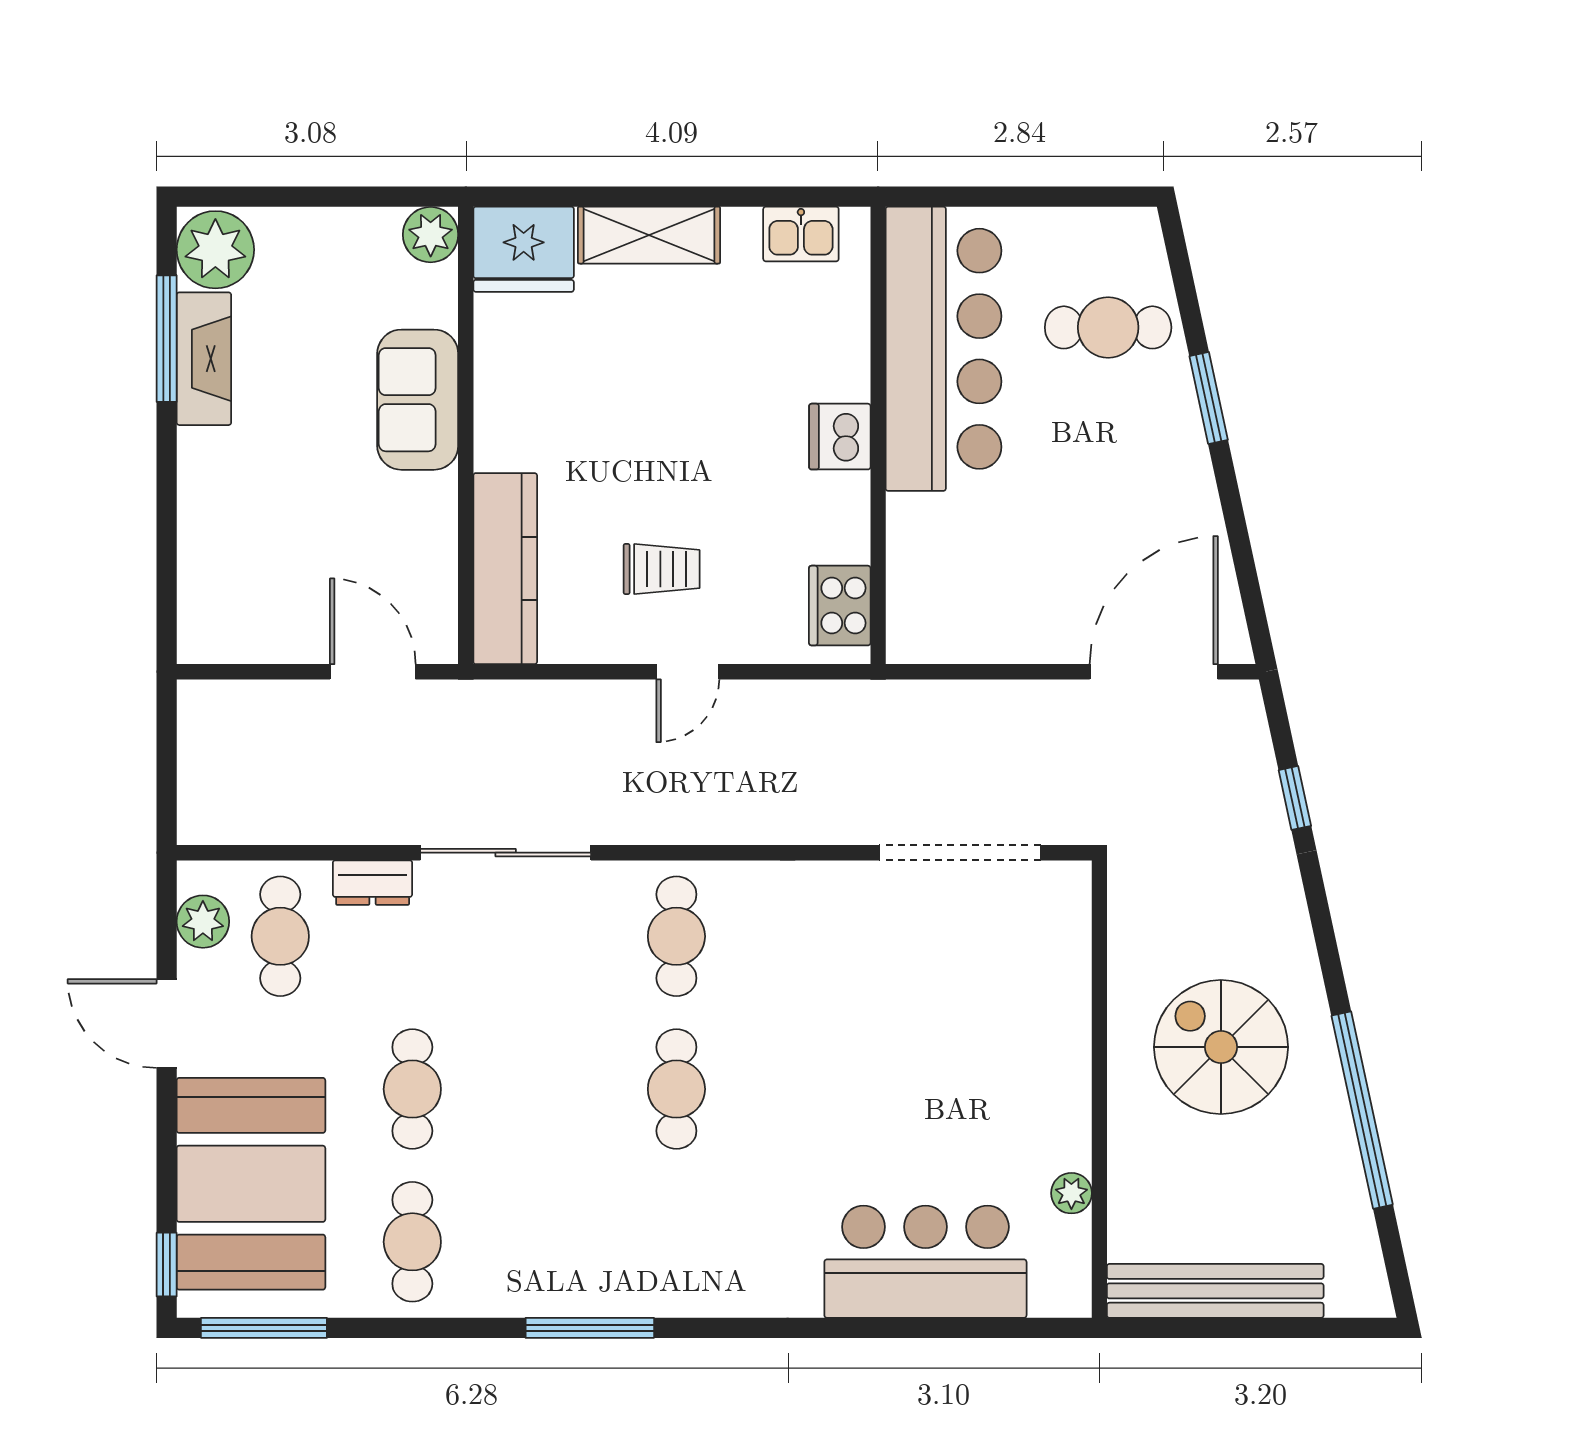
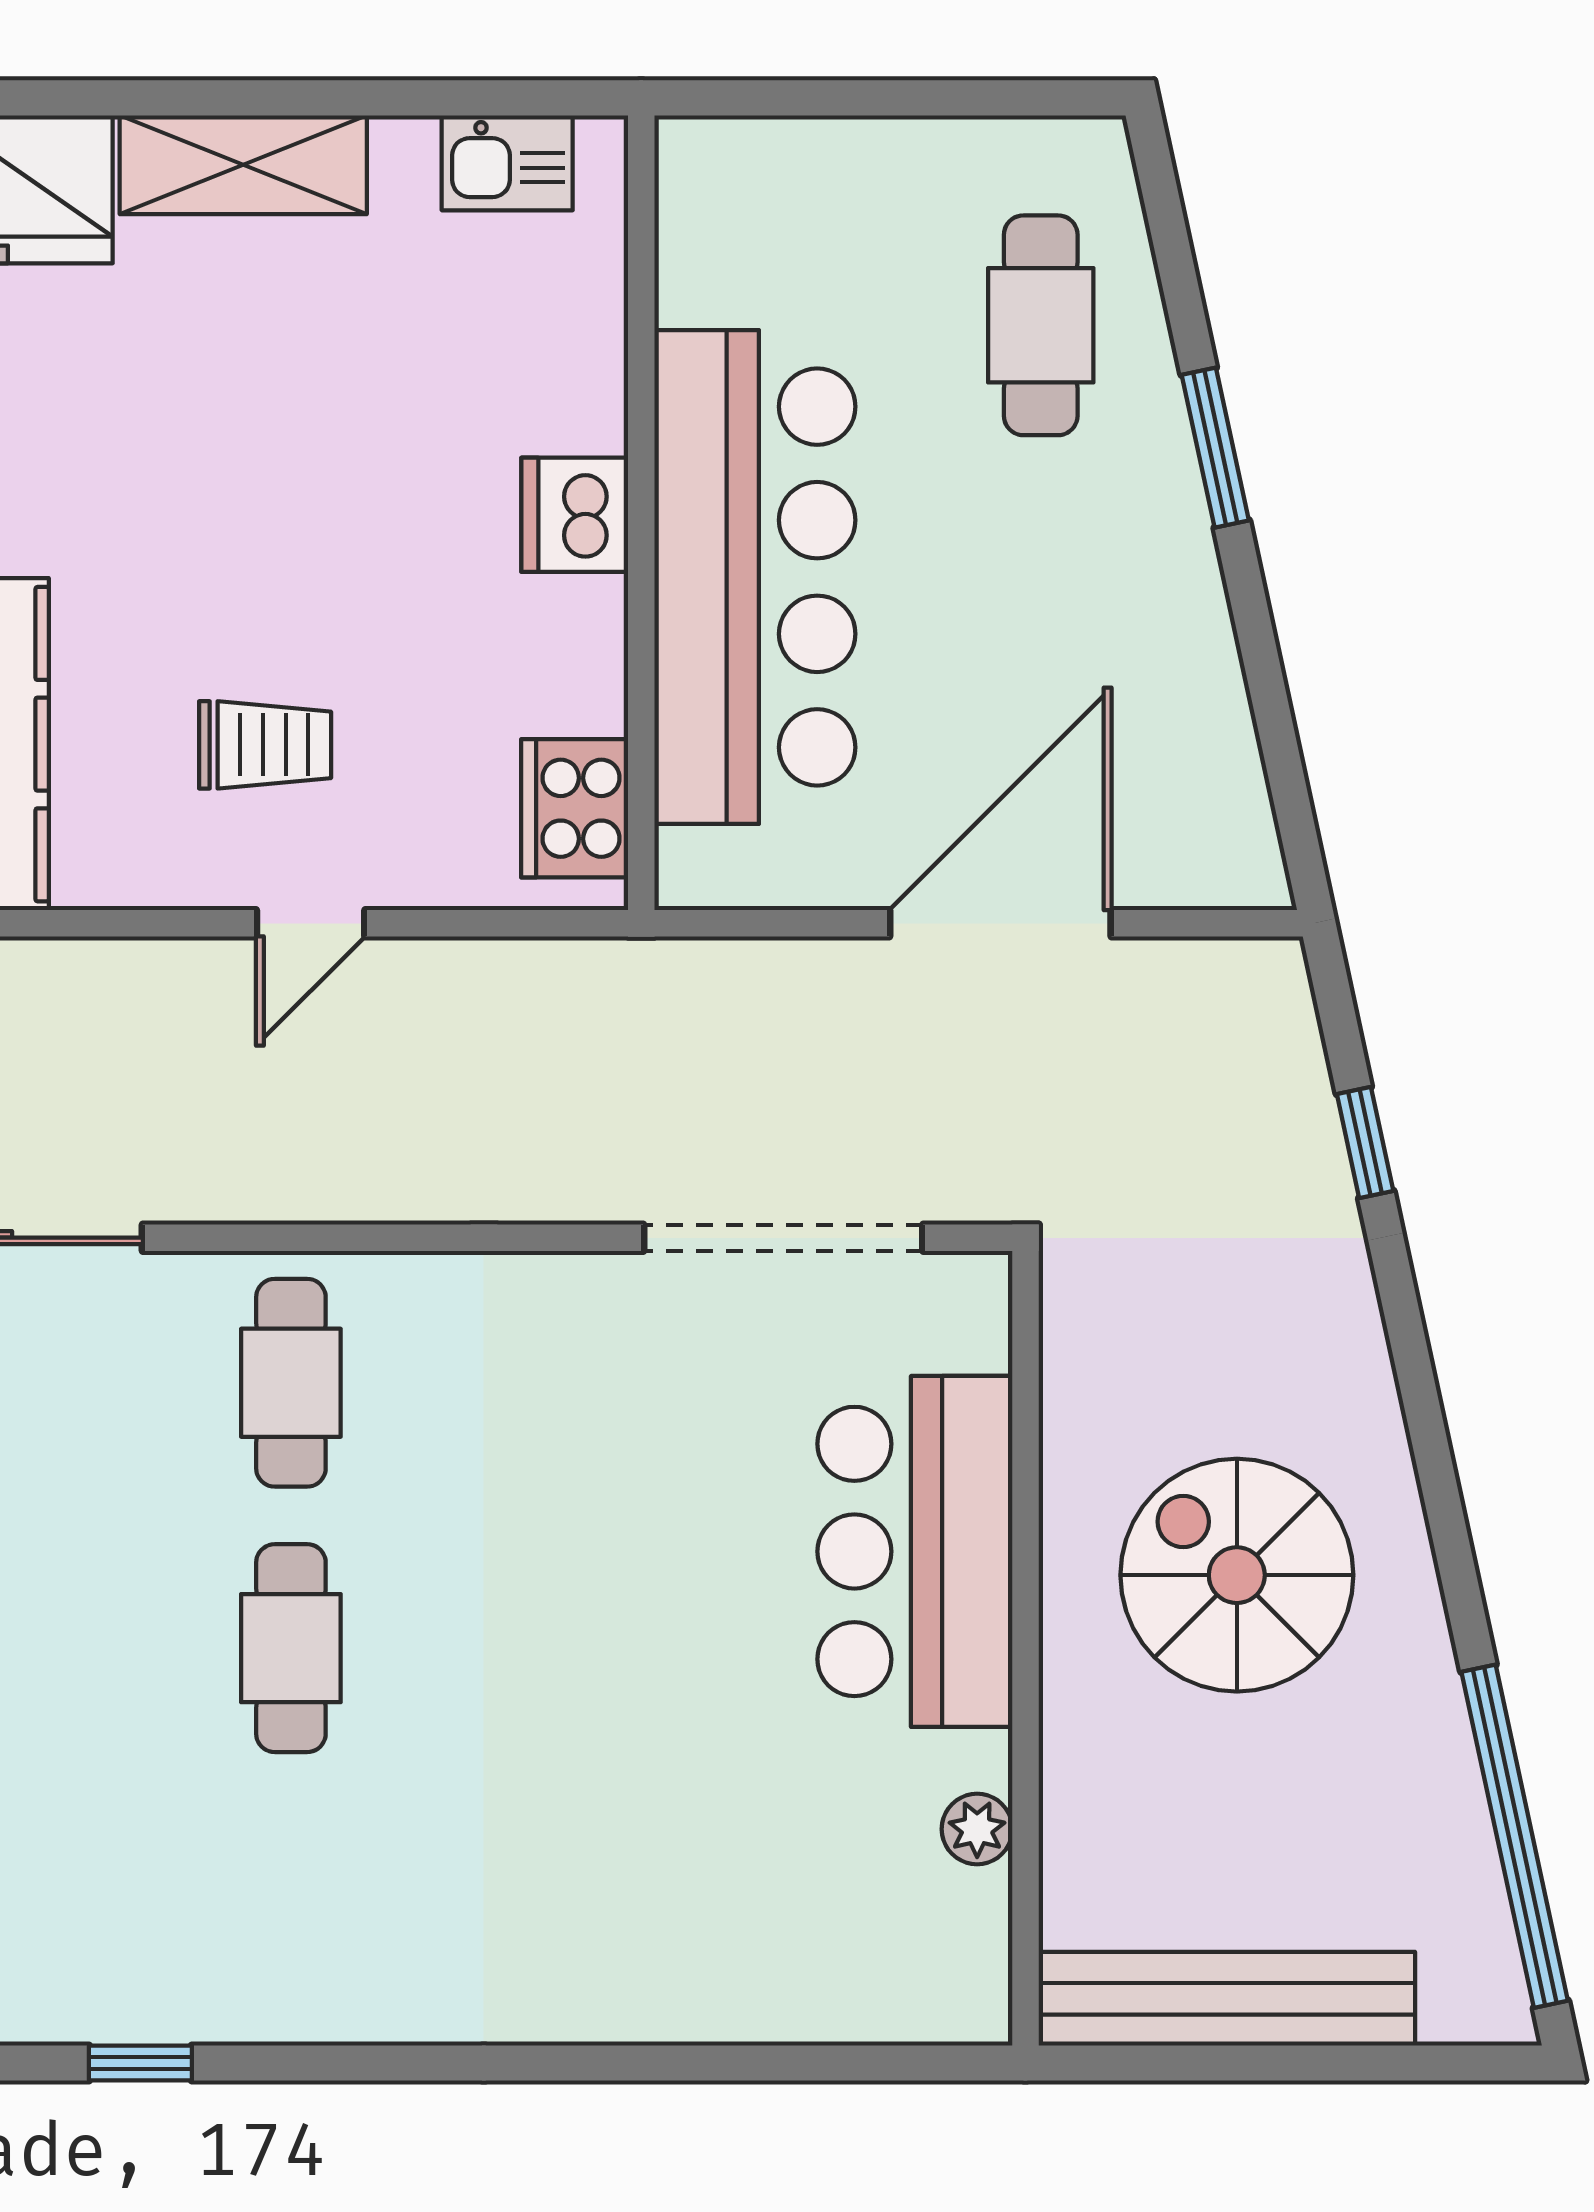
cafe table: (1108, 327) -> (1041, 325), turned 90
bar counter: (944, 349) -> (755, 577), moved
door: (1154, 672) -> (1000, 923), moved
window: (1362, 1110) -> (1515, 1836), moved
bar counter: (925, 1262) -> (915, 1551), moved, turned -90
window: (590, 1328) -> (140, 2063), width x0.46

